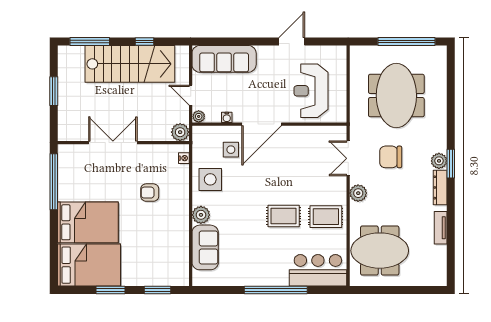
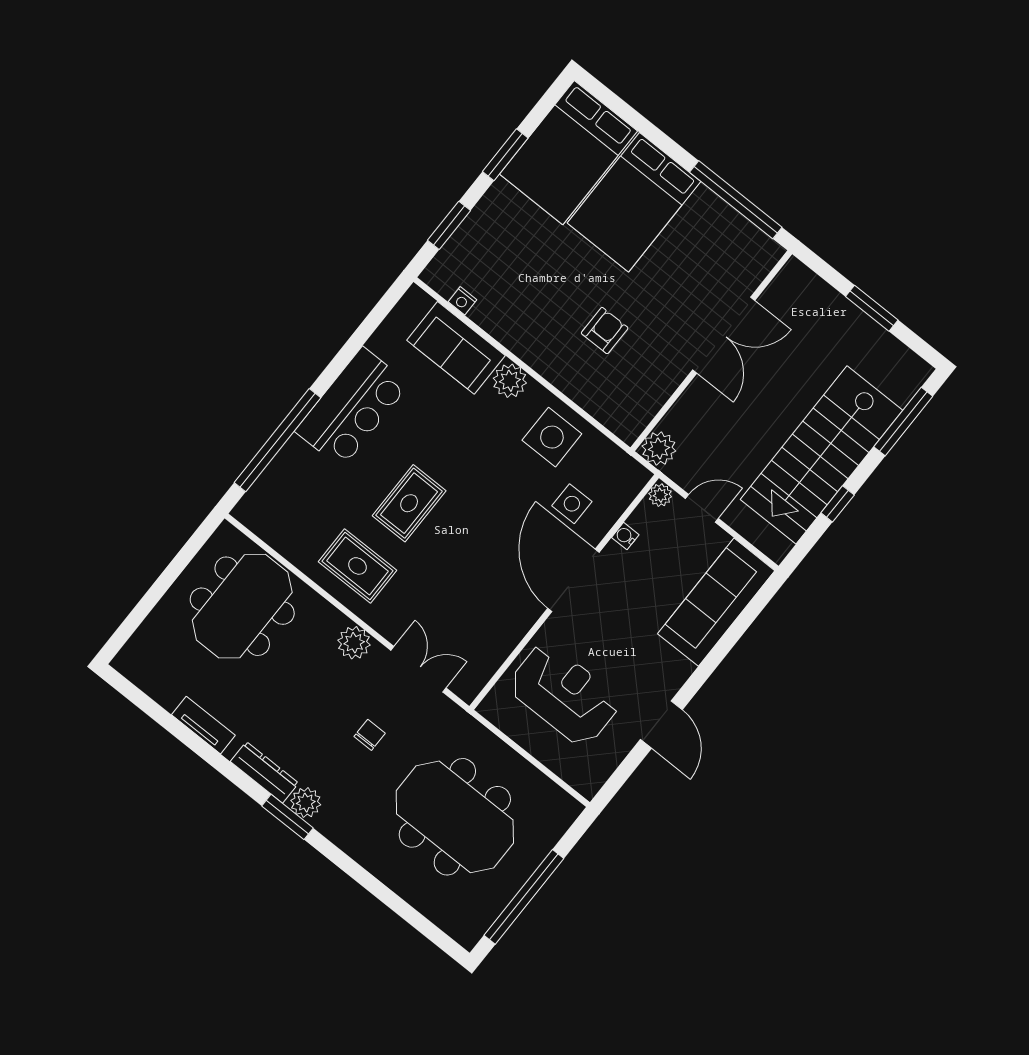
chair: (391, 157) -> (370, 735), width x0.54, depth x0.54
nightstand: (184, 158) -> (462, 301), moved
rug: (326, 217) -> (357, 566), turned 90
bar counter: (318, 270) -> (352, 408), moved
window: (276, 290) -> (278, 440), moved

